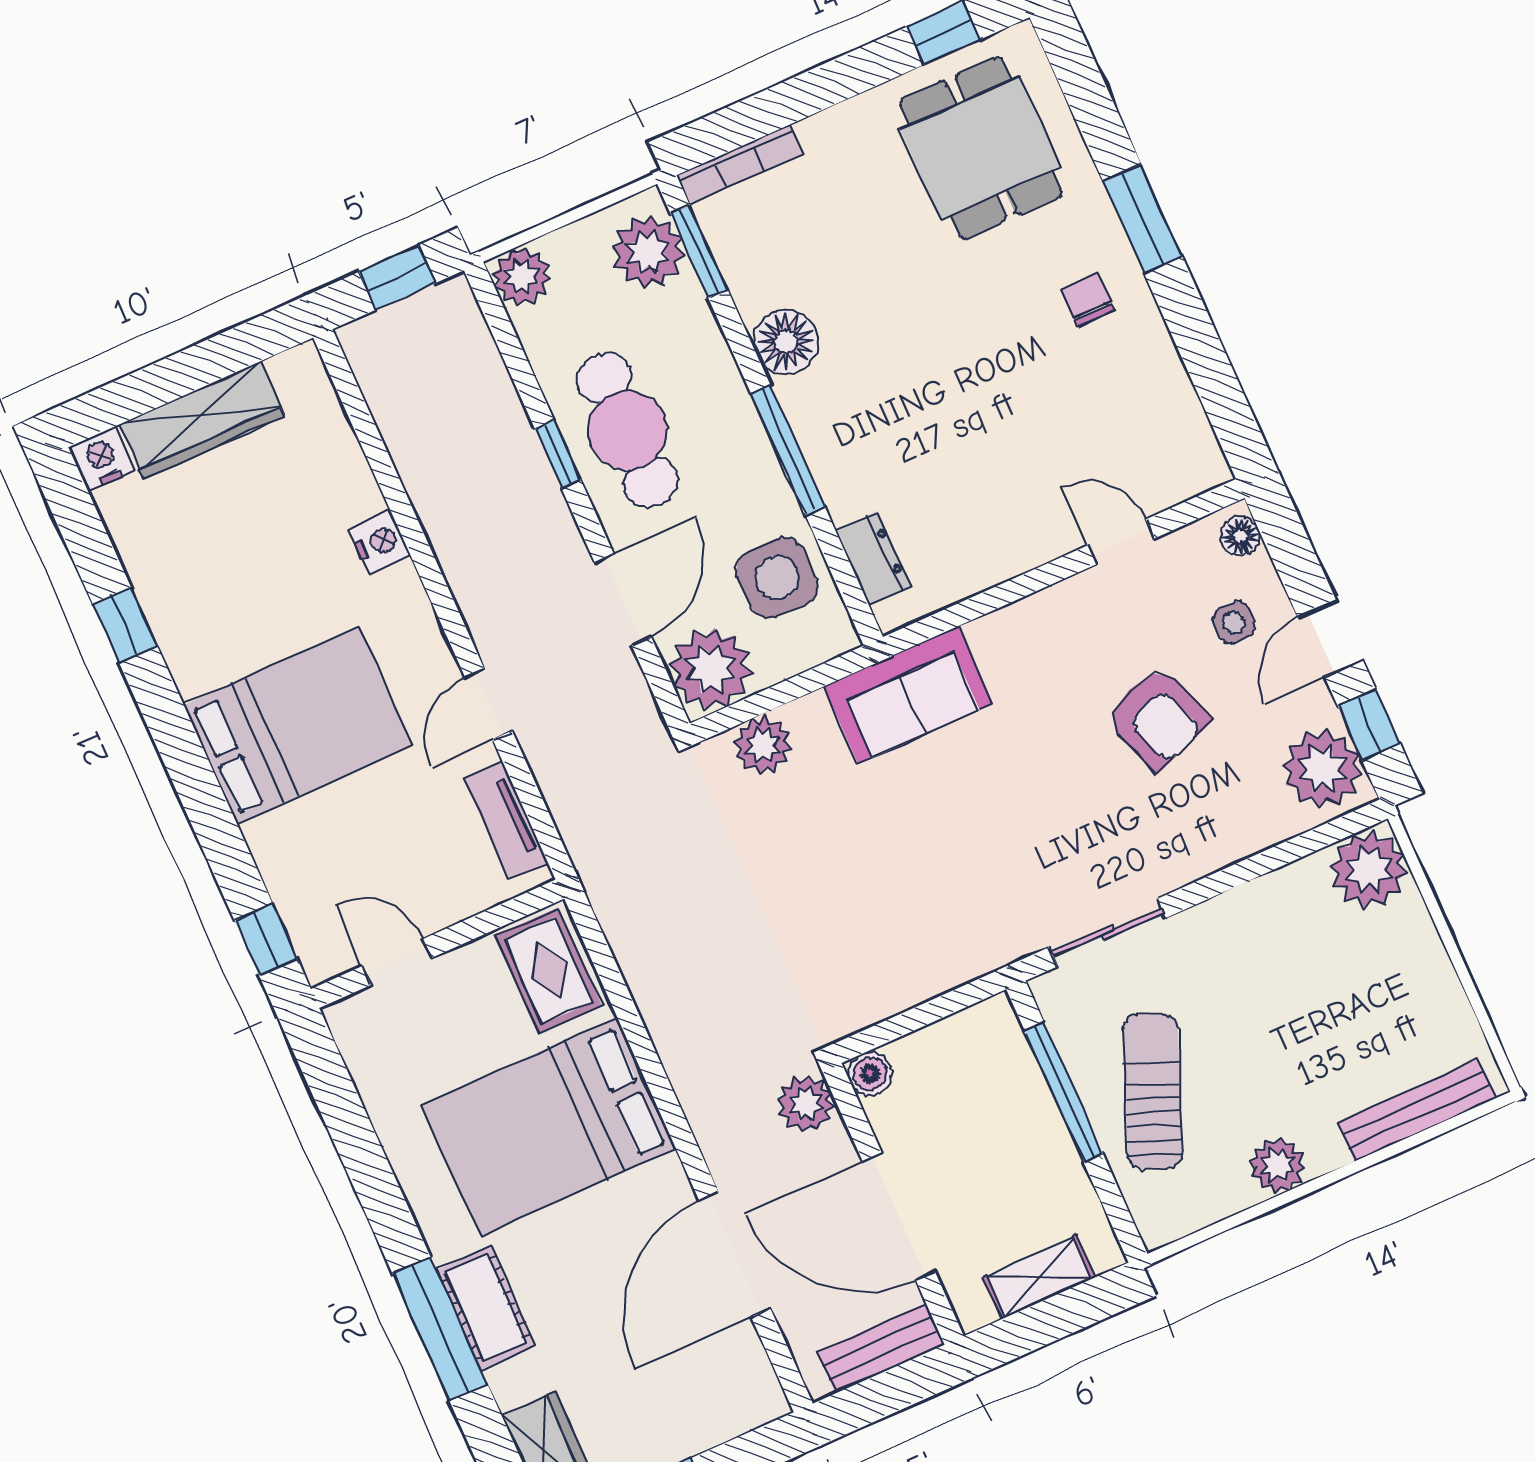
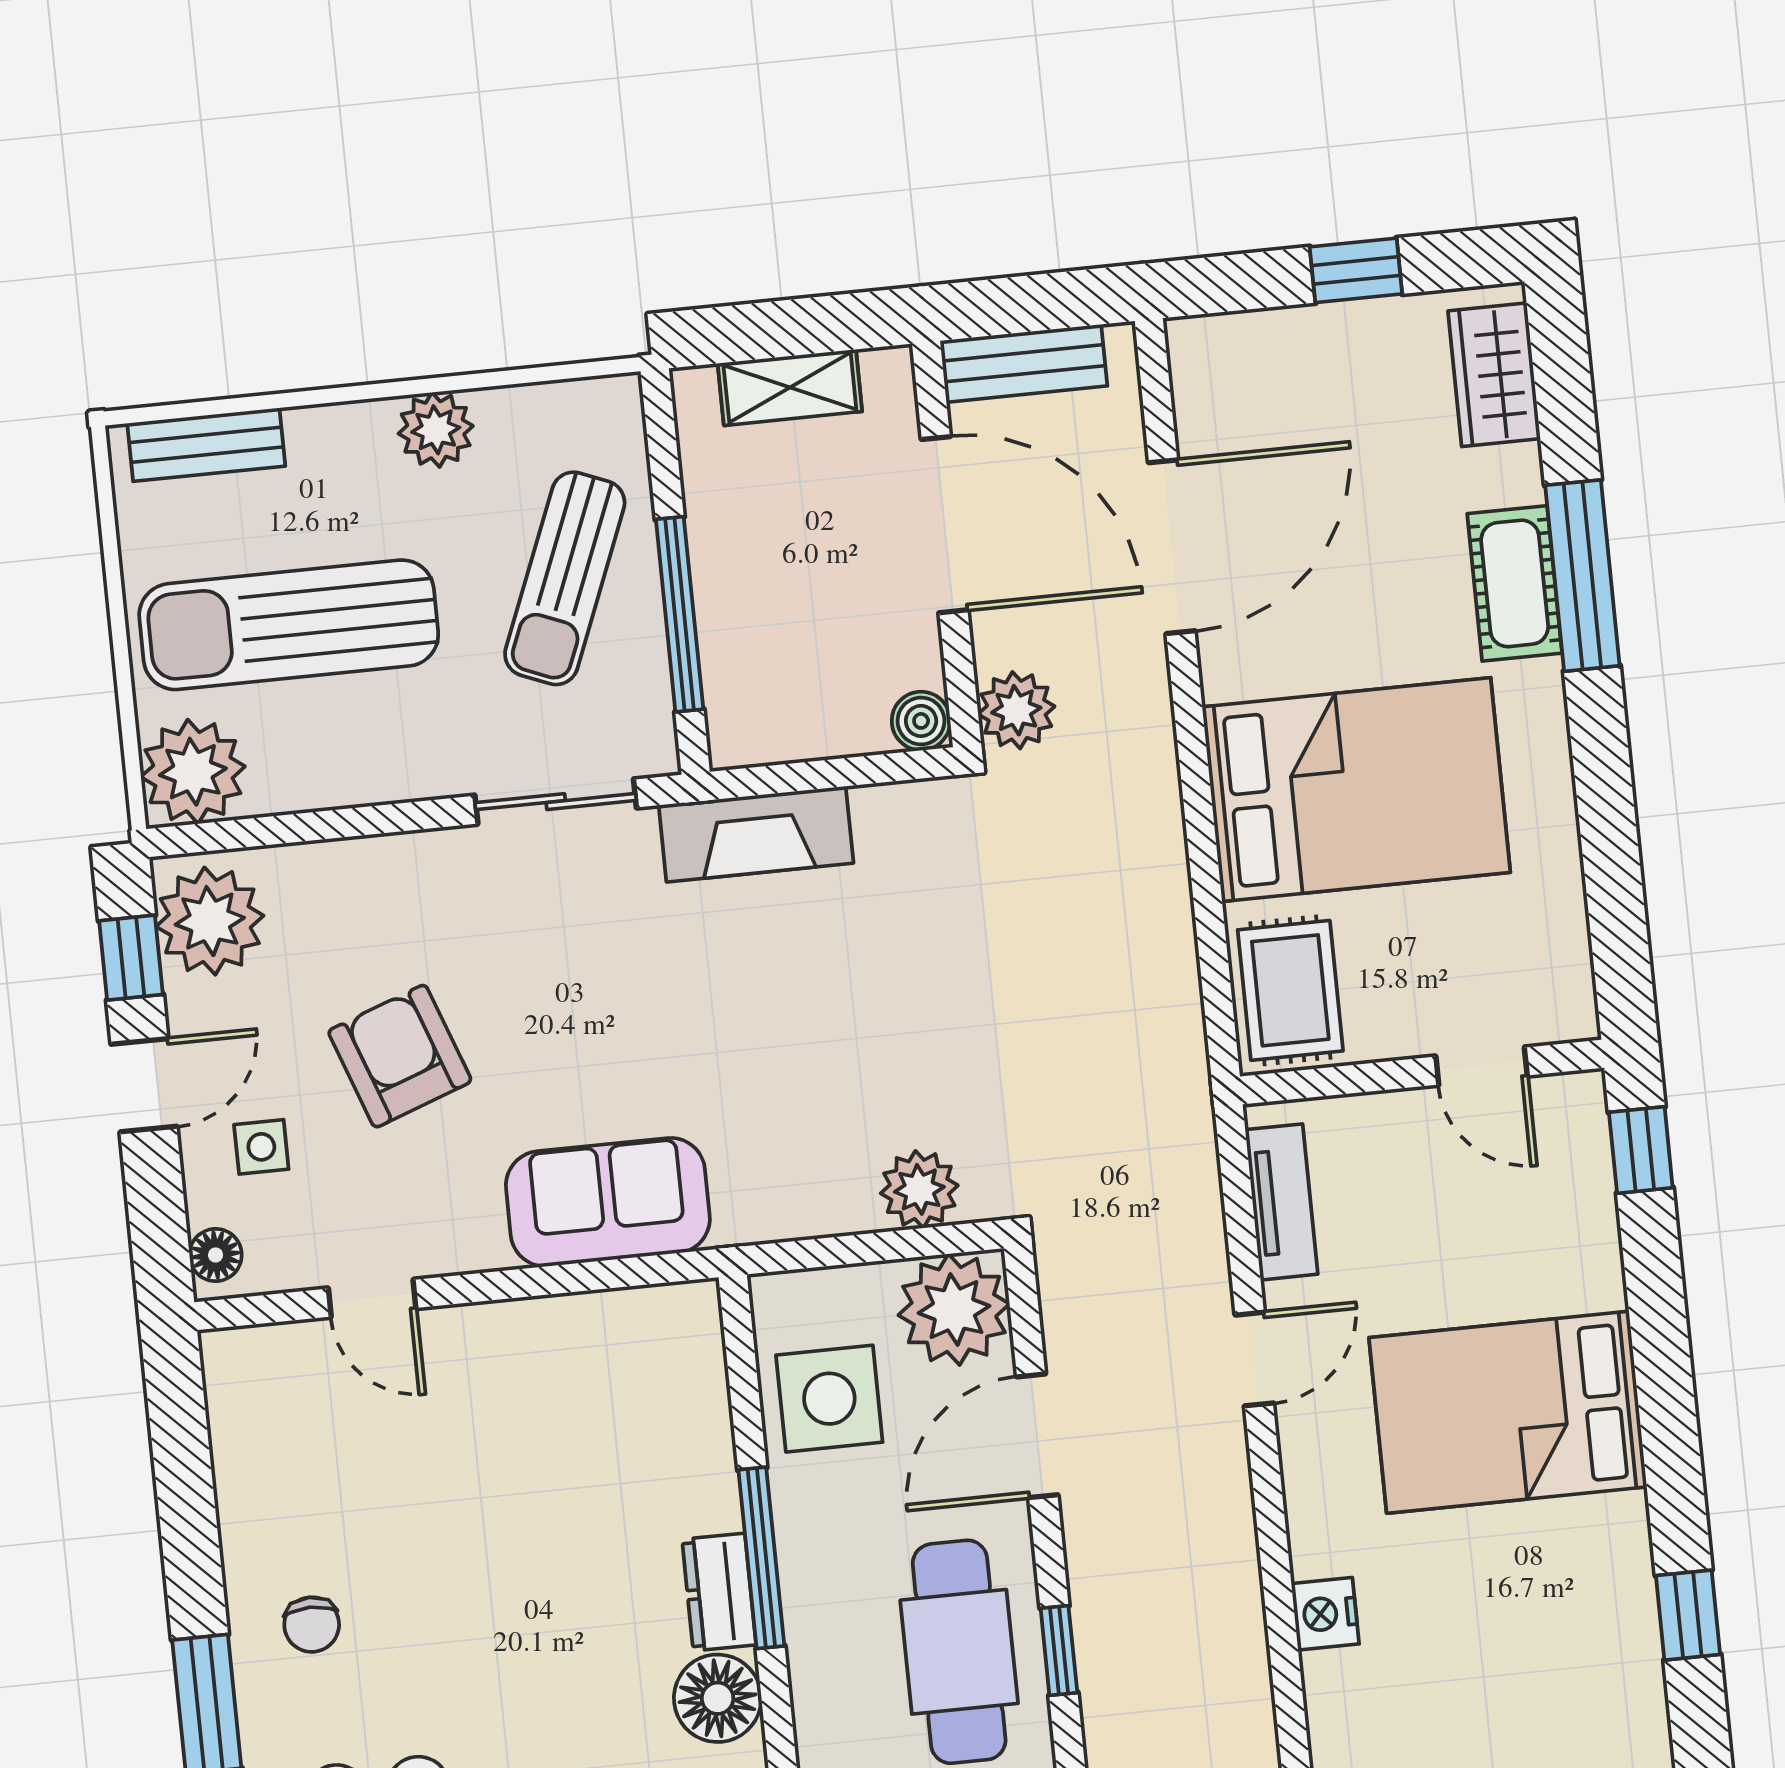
dresser: (873, 559) -> (719, 1592), moved
sofa: (908, 695) -> (608, 1202), moved
fireplace: (959, 956) -> (756, 834), added
sun lounger: (1335, 995) -> (289, 625), added
bench: (1416, 1110) -> (206, 445), width x0.73

